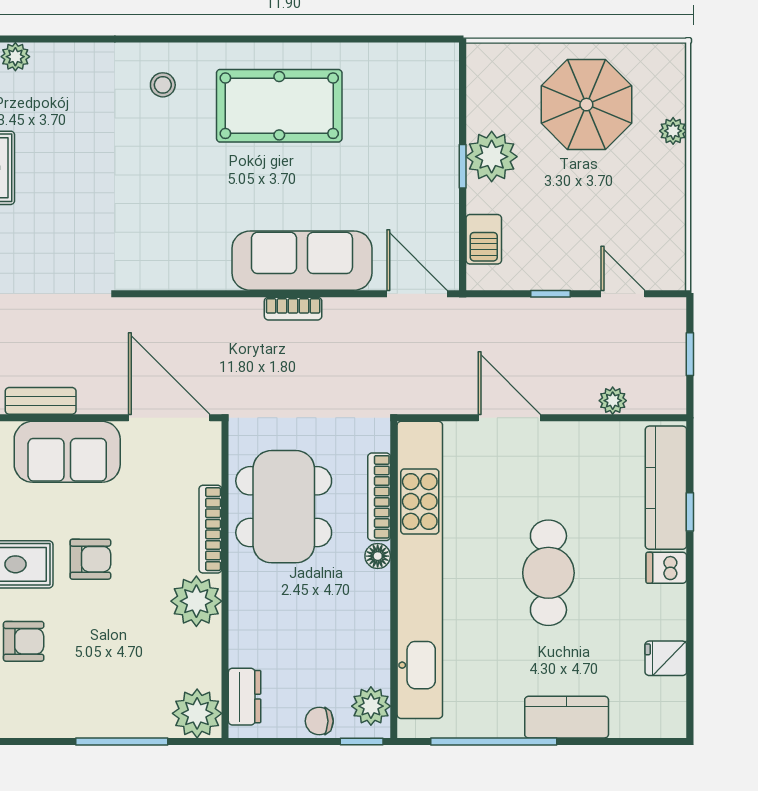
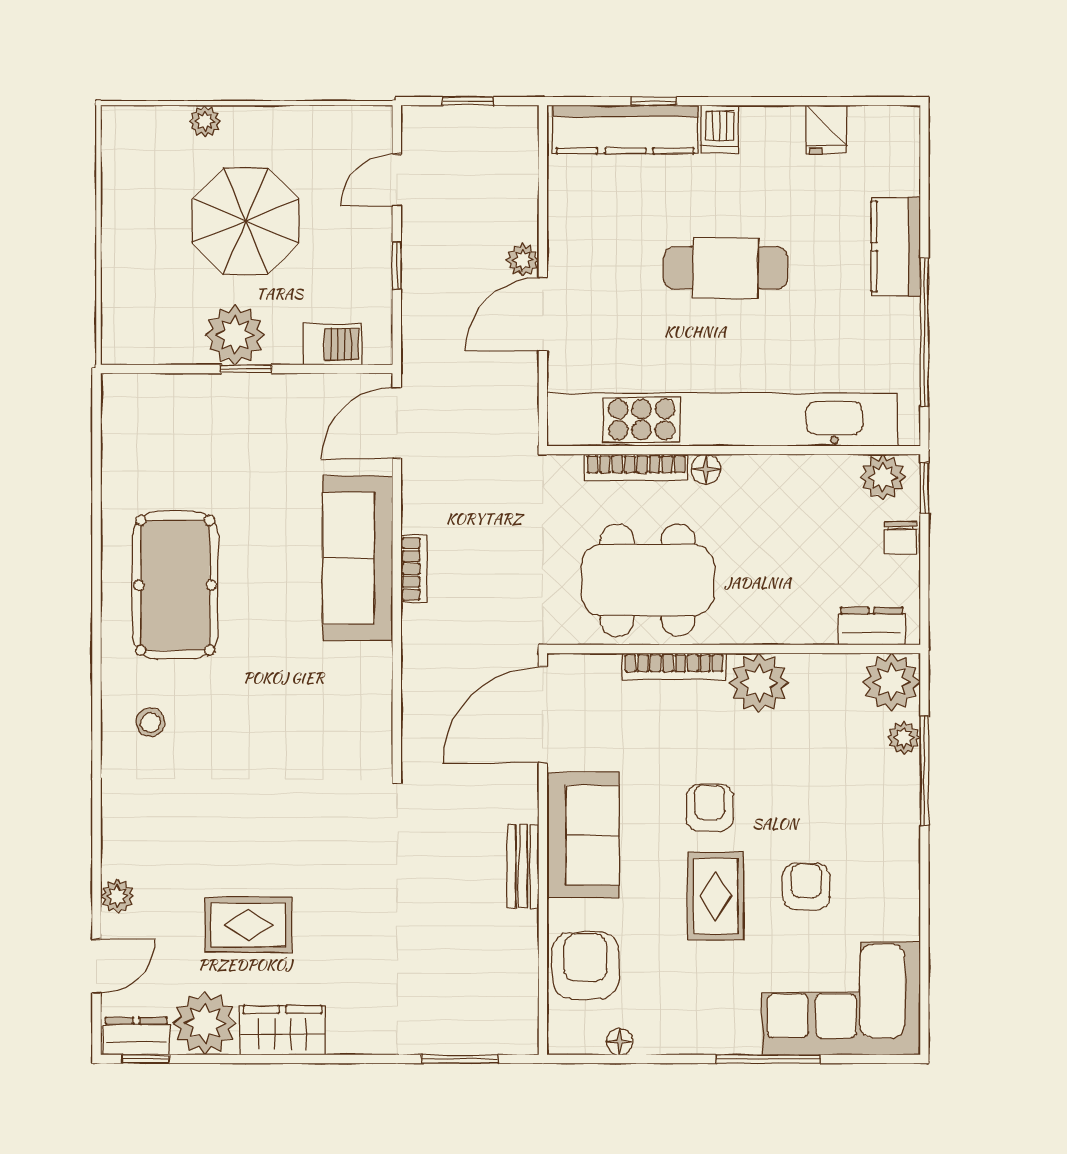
parasol: (586, 105) -> (246, 221), moved
plant: (613, 401) -> (523, 260), moved
plant: (150, 724) -> (904, 738), added

